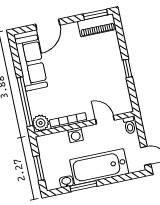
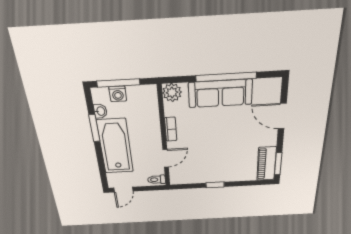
sofa: (31, 63) -> (220, 93), moved
window: (25, 102) -> (226, 77), moved
bookcase: (68, 121) -> (171, 129), width x0.64
washing machine: (76, 135) -> (118, 94), moved, turned -90
window: (39, 168) -> (118, 83), width x1.44

